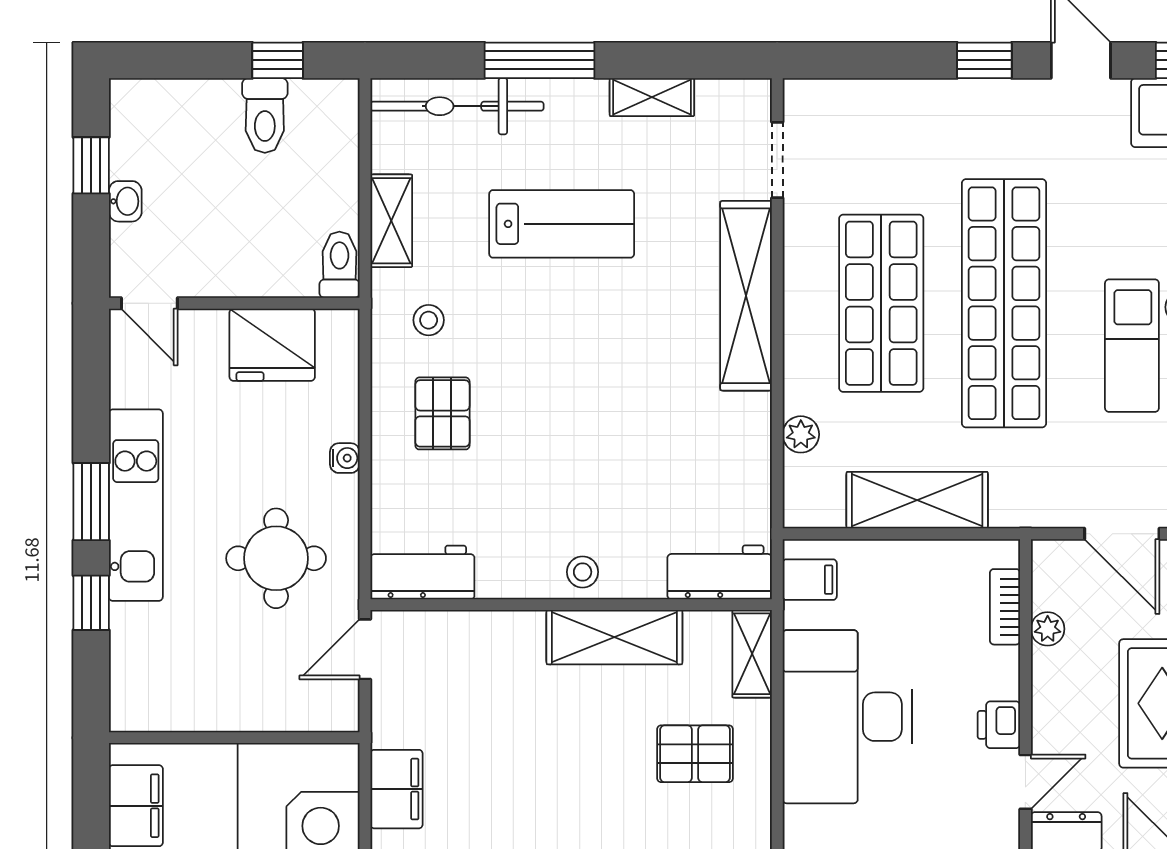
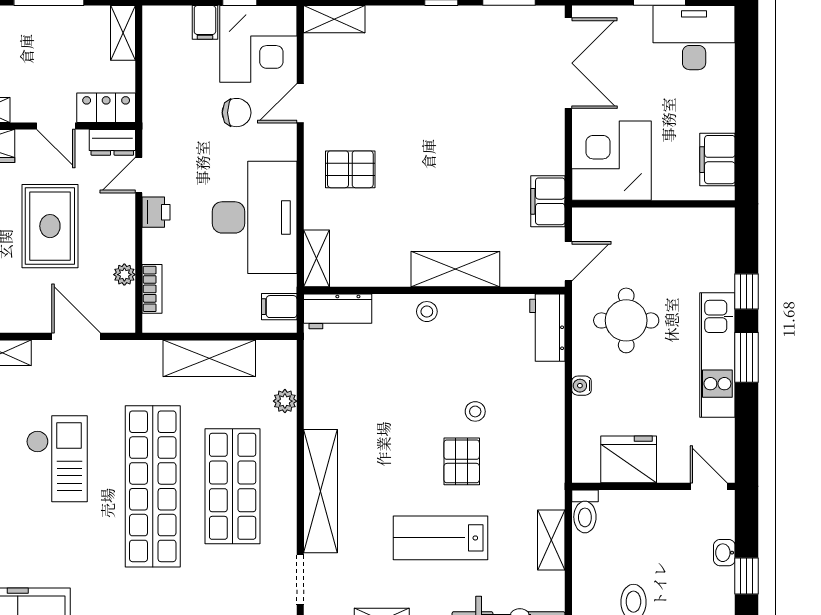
stool: (429, 320) -> (475, 411), moved
pallet: (442, 413) -> (462, 461), moved
workbench: (422, 572) -> (547, 328), moved, turned 90
shelving: (614, 637) -> (455, 269), moved
pallet: (695, 754) -> (350, 169), moved
filing cabinet: (396, 789) -> (548, 201), moved

